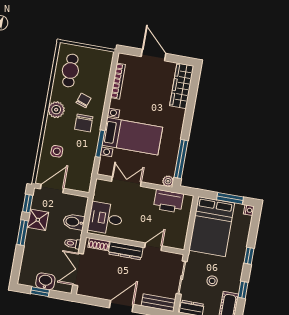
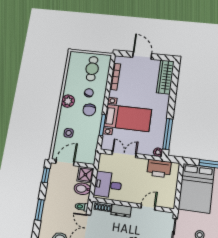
cafe table: (70, 71) -> (92, 69), moved
shower: (38, 220) -> (85, 175), moved
window: (22, 233) -> (40, 210), moved
dresser: (126, 251) -> (121, 211), width x0.70

